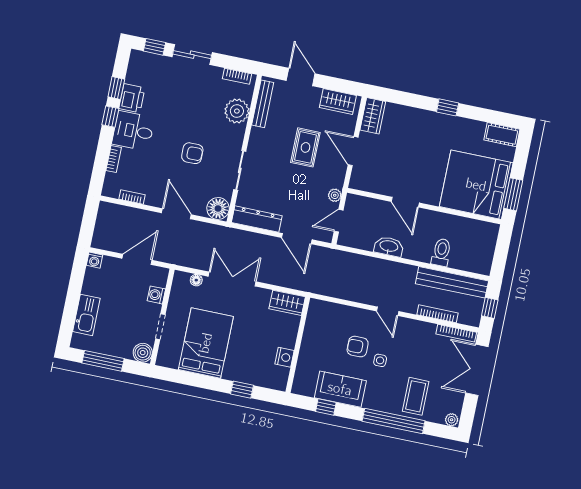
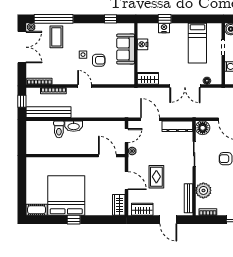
bed: (476, 185) -> (66, 196), moved, turned -90
window: (513, 194) -> (22, 174), removed
door: (405, 202) -> (107, 156), moved
washbasin: (389, 246) -> (74, 126), moved
bed: (206, 343) -> (197, 43), width x0.67
double door: (477, 370) -> (22, 47), moved
nightstand: (246, 376) -> (164, 28), added
sofa: (340, 389) -> (126, 49), moved, turned 90
window: (394, 421) -> (54, 19), moved

